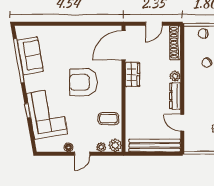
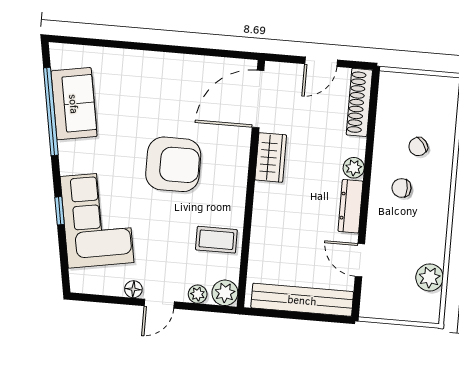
chair: (203, 33) -> (401, 188), moved
armchair: (83, 82) -> (173, 164), turned 180

